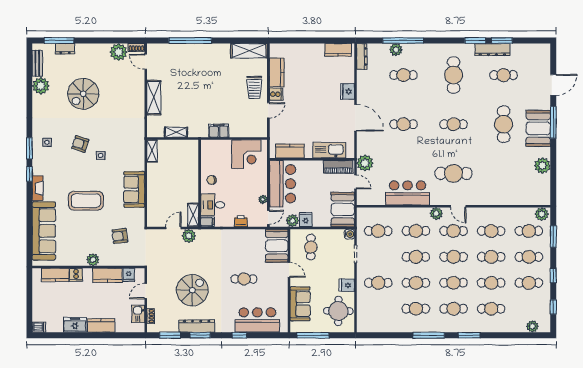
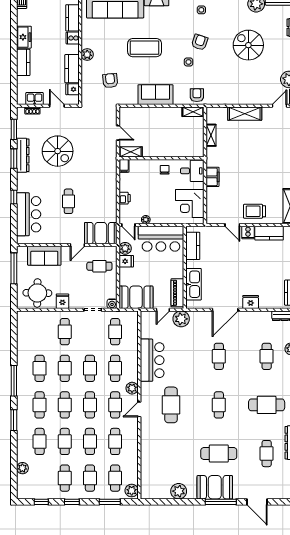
armchair: (135, 147) -> (197, 95), added
coffee table: (86, 201) -> (145, 48), turned 90
desk: (213, 205) -> (192, 171), moved, turned 90
plant: (189, 236) -> (110, 148), removed
plant: (532, 326) -> (22, 468), moved

